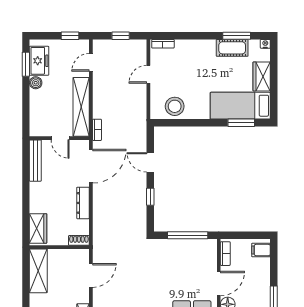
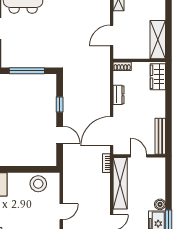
dresser: (83, 203) -> (119, 95), width x0.70

